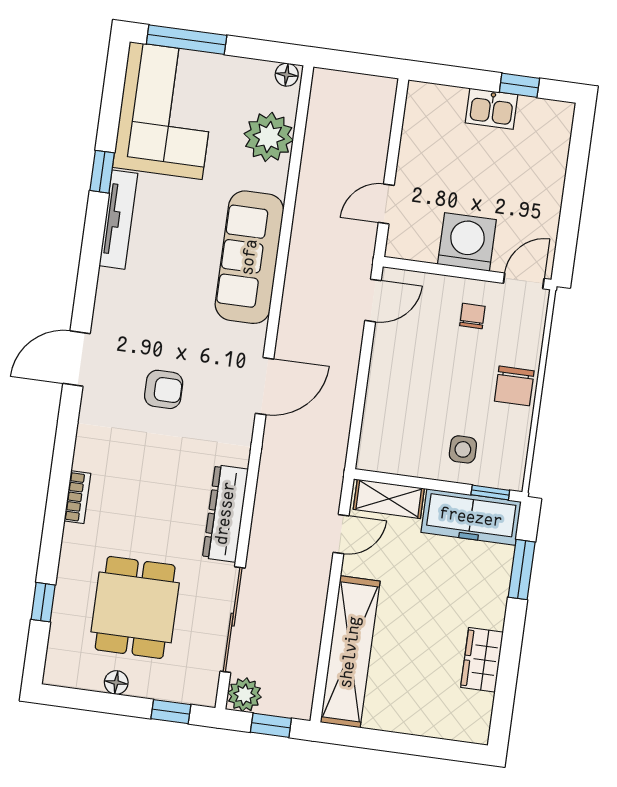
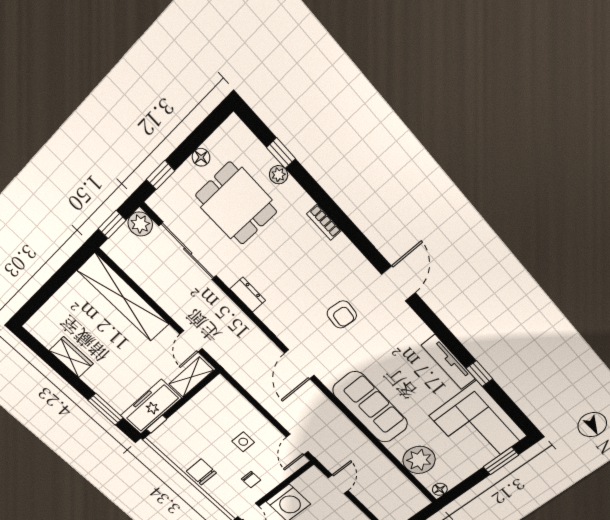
window: (187, 40) -> (501, 461), width x0.69
armchair: (164, 389) -> (342, 314), turned -84
side table: (463, 449) -> (243, 442), moved
dresser: (225, 513) -> (248, 295), width x0.51, depth x0.80
plant: (67, 587) -> (279, 175), added

